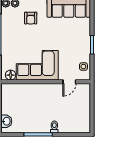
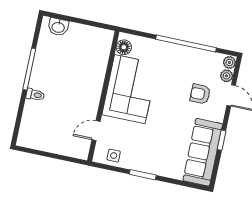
door: (69, 82) -> (96, 131), hinge flipped

